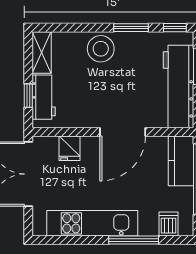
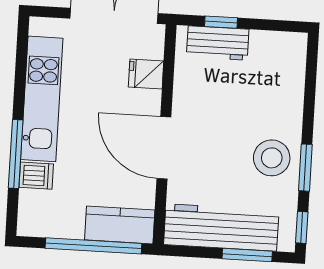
stool: (101, 49) -> (272, 158), moved
shelving: (42, 52) -> (279, 44), removed
dishwasher: (169, 224) -> (36, 176), moved

